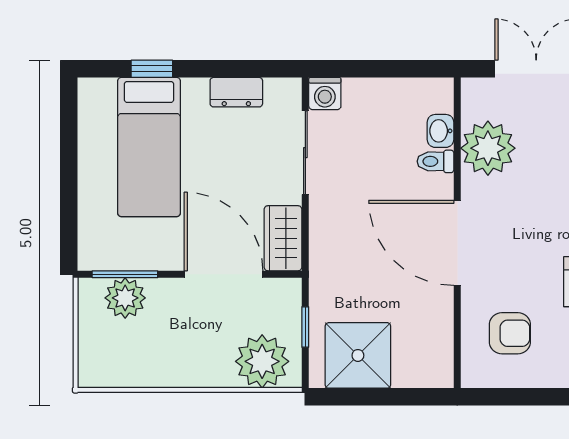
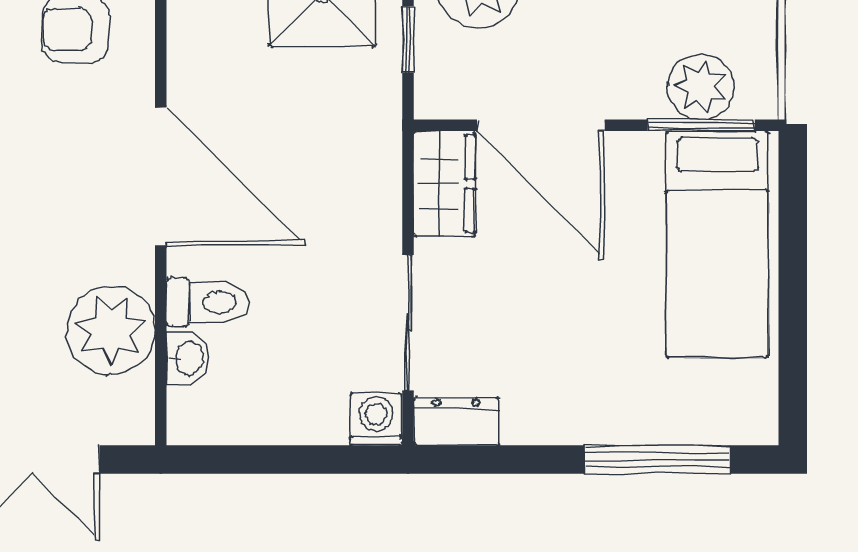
window: (152, 69) -> (658, 460), width x2.17
dresser: (236, 92) -> (456, 421), moved
bed: (149, 147) -> (717, 244), moved, turned 180
toilet: (435, 161) -> (208, 302), width x1.37, depth x1.39

